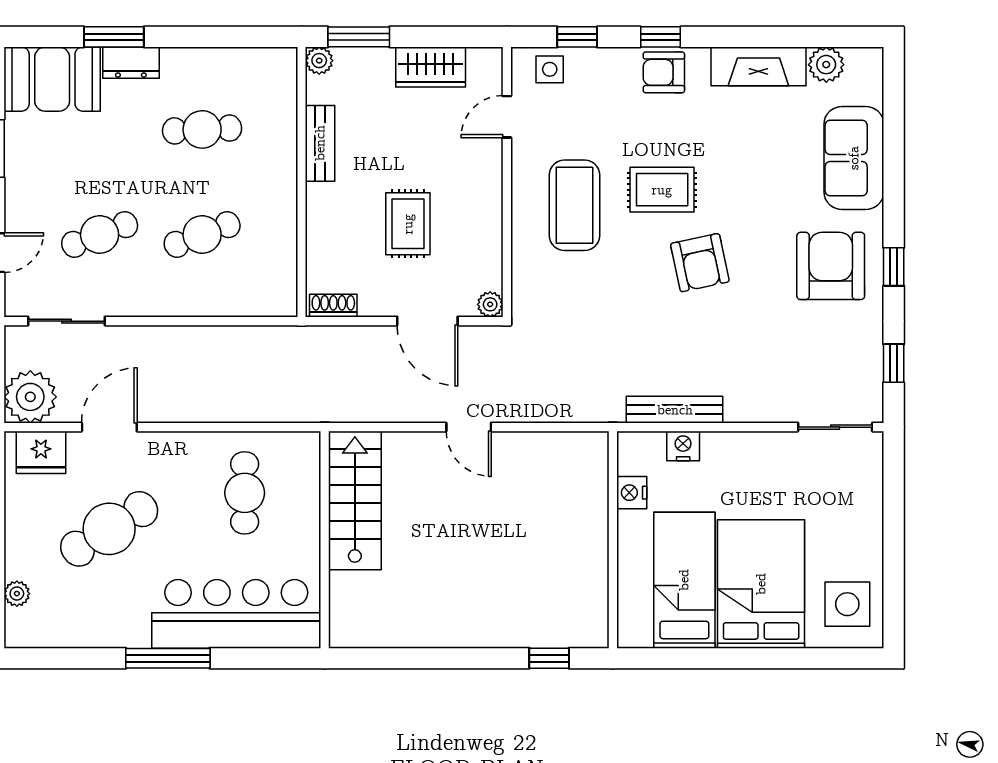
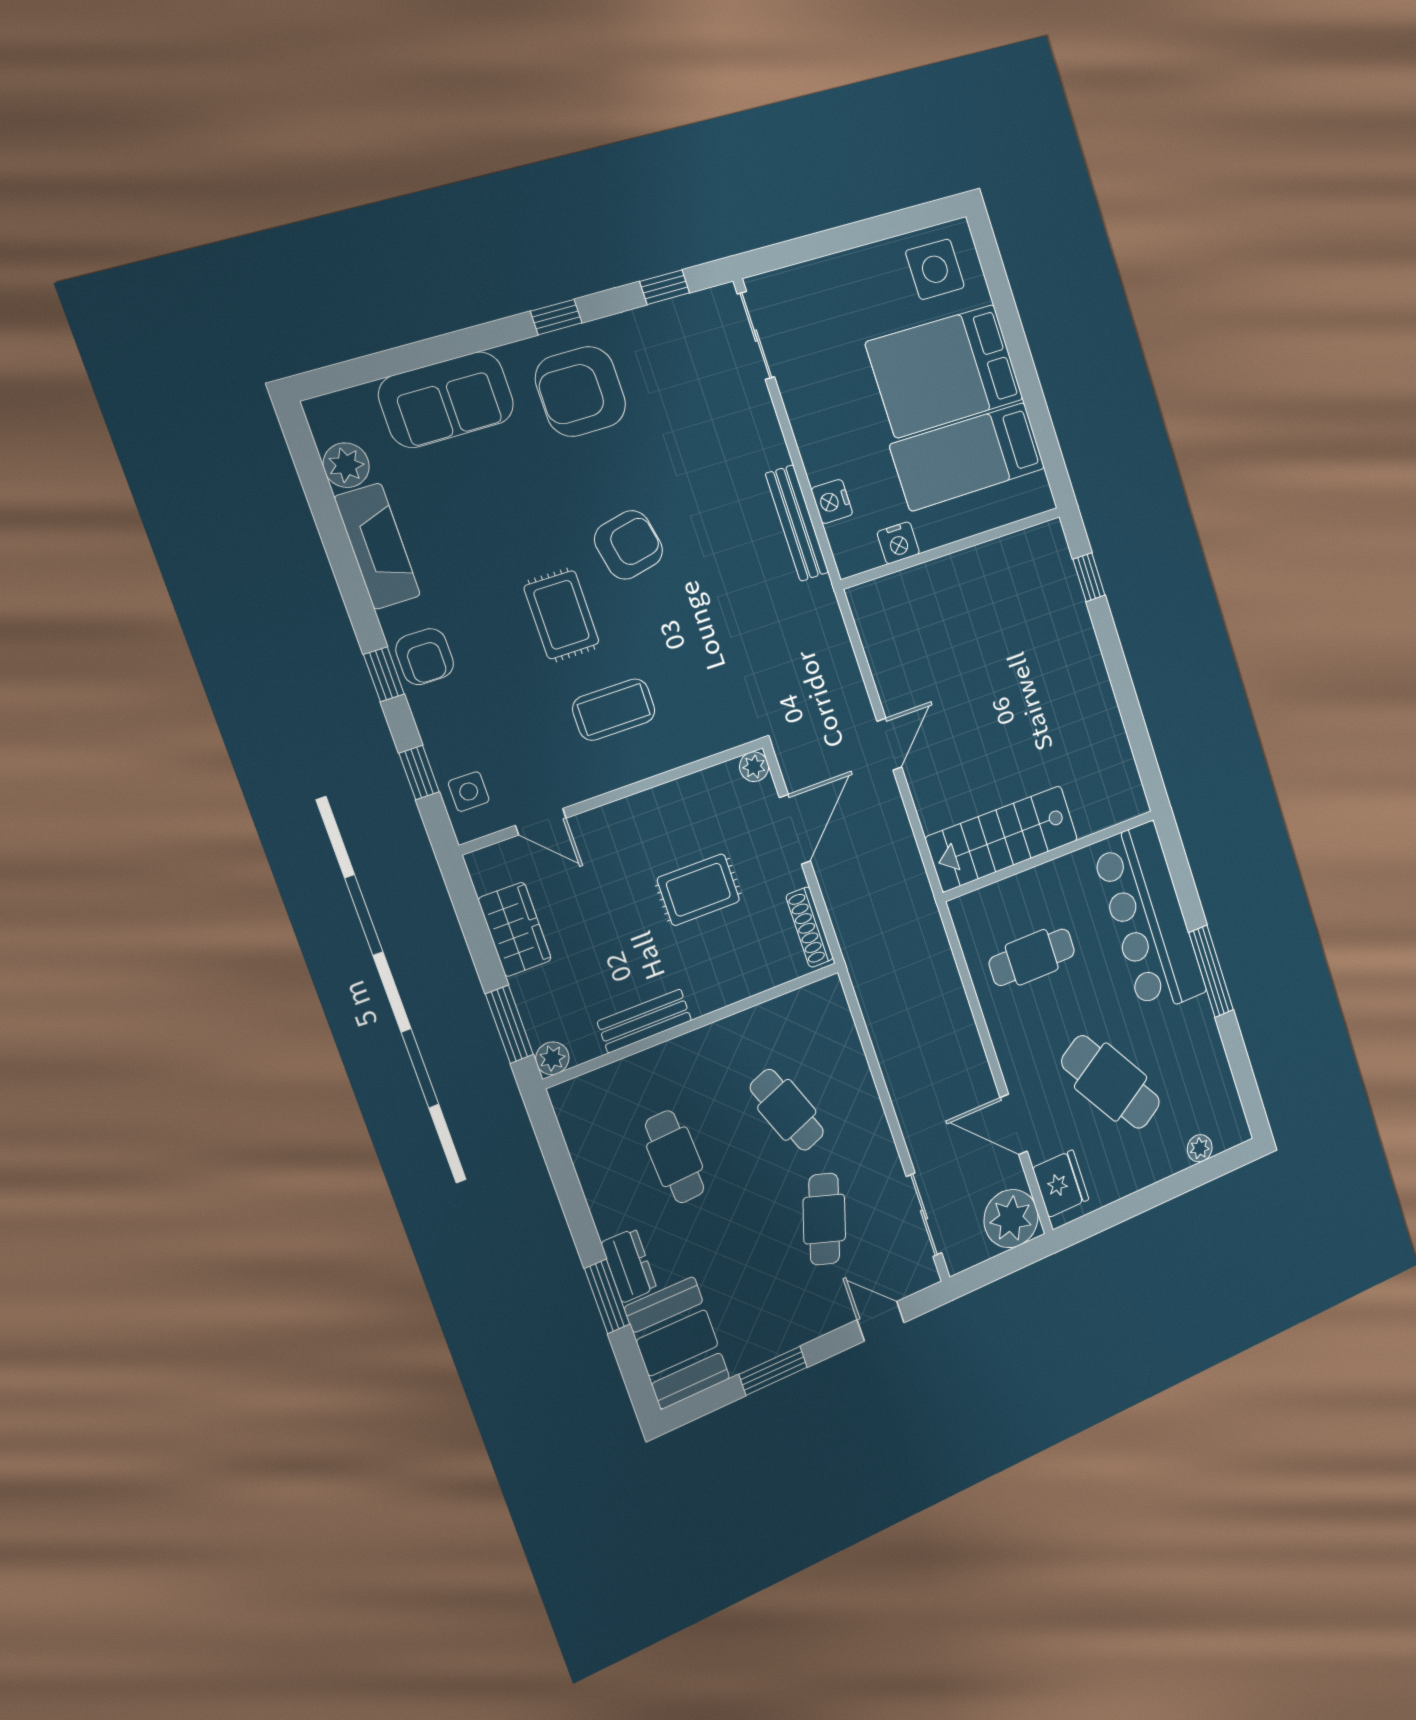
coffee table: (574, 205) -> (614, 710), width x0.73, depth x0.76
cafe table: (100, 234) -> (824, 1219), turned 39
shoe rack: (333, 306) -> (810, 927), width x1.43

